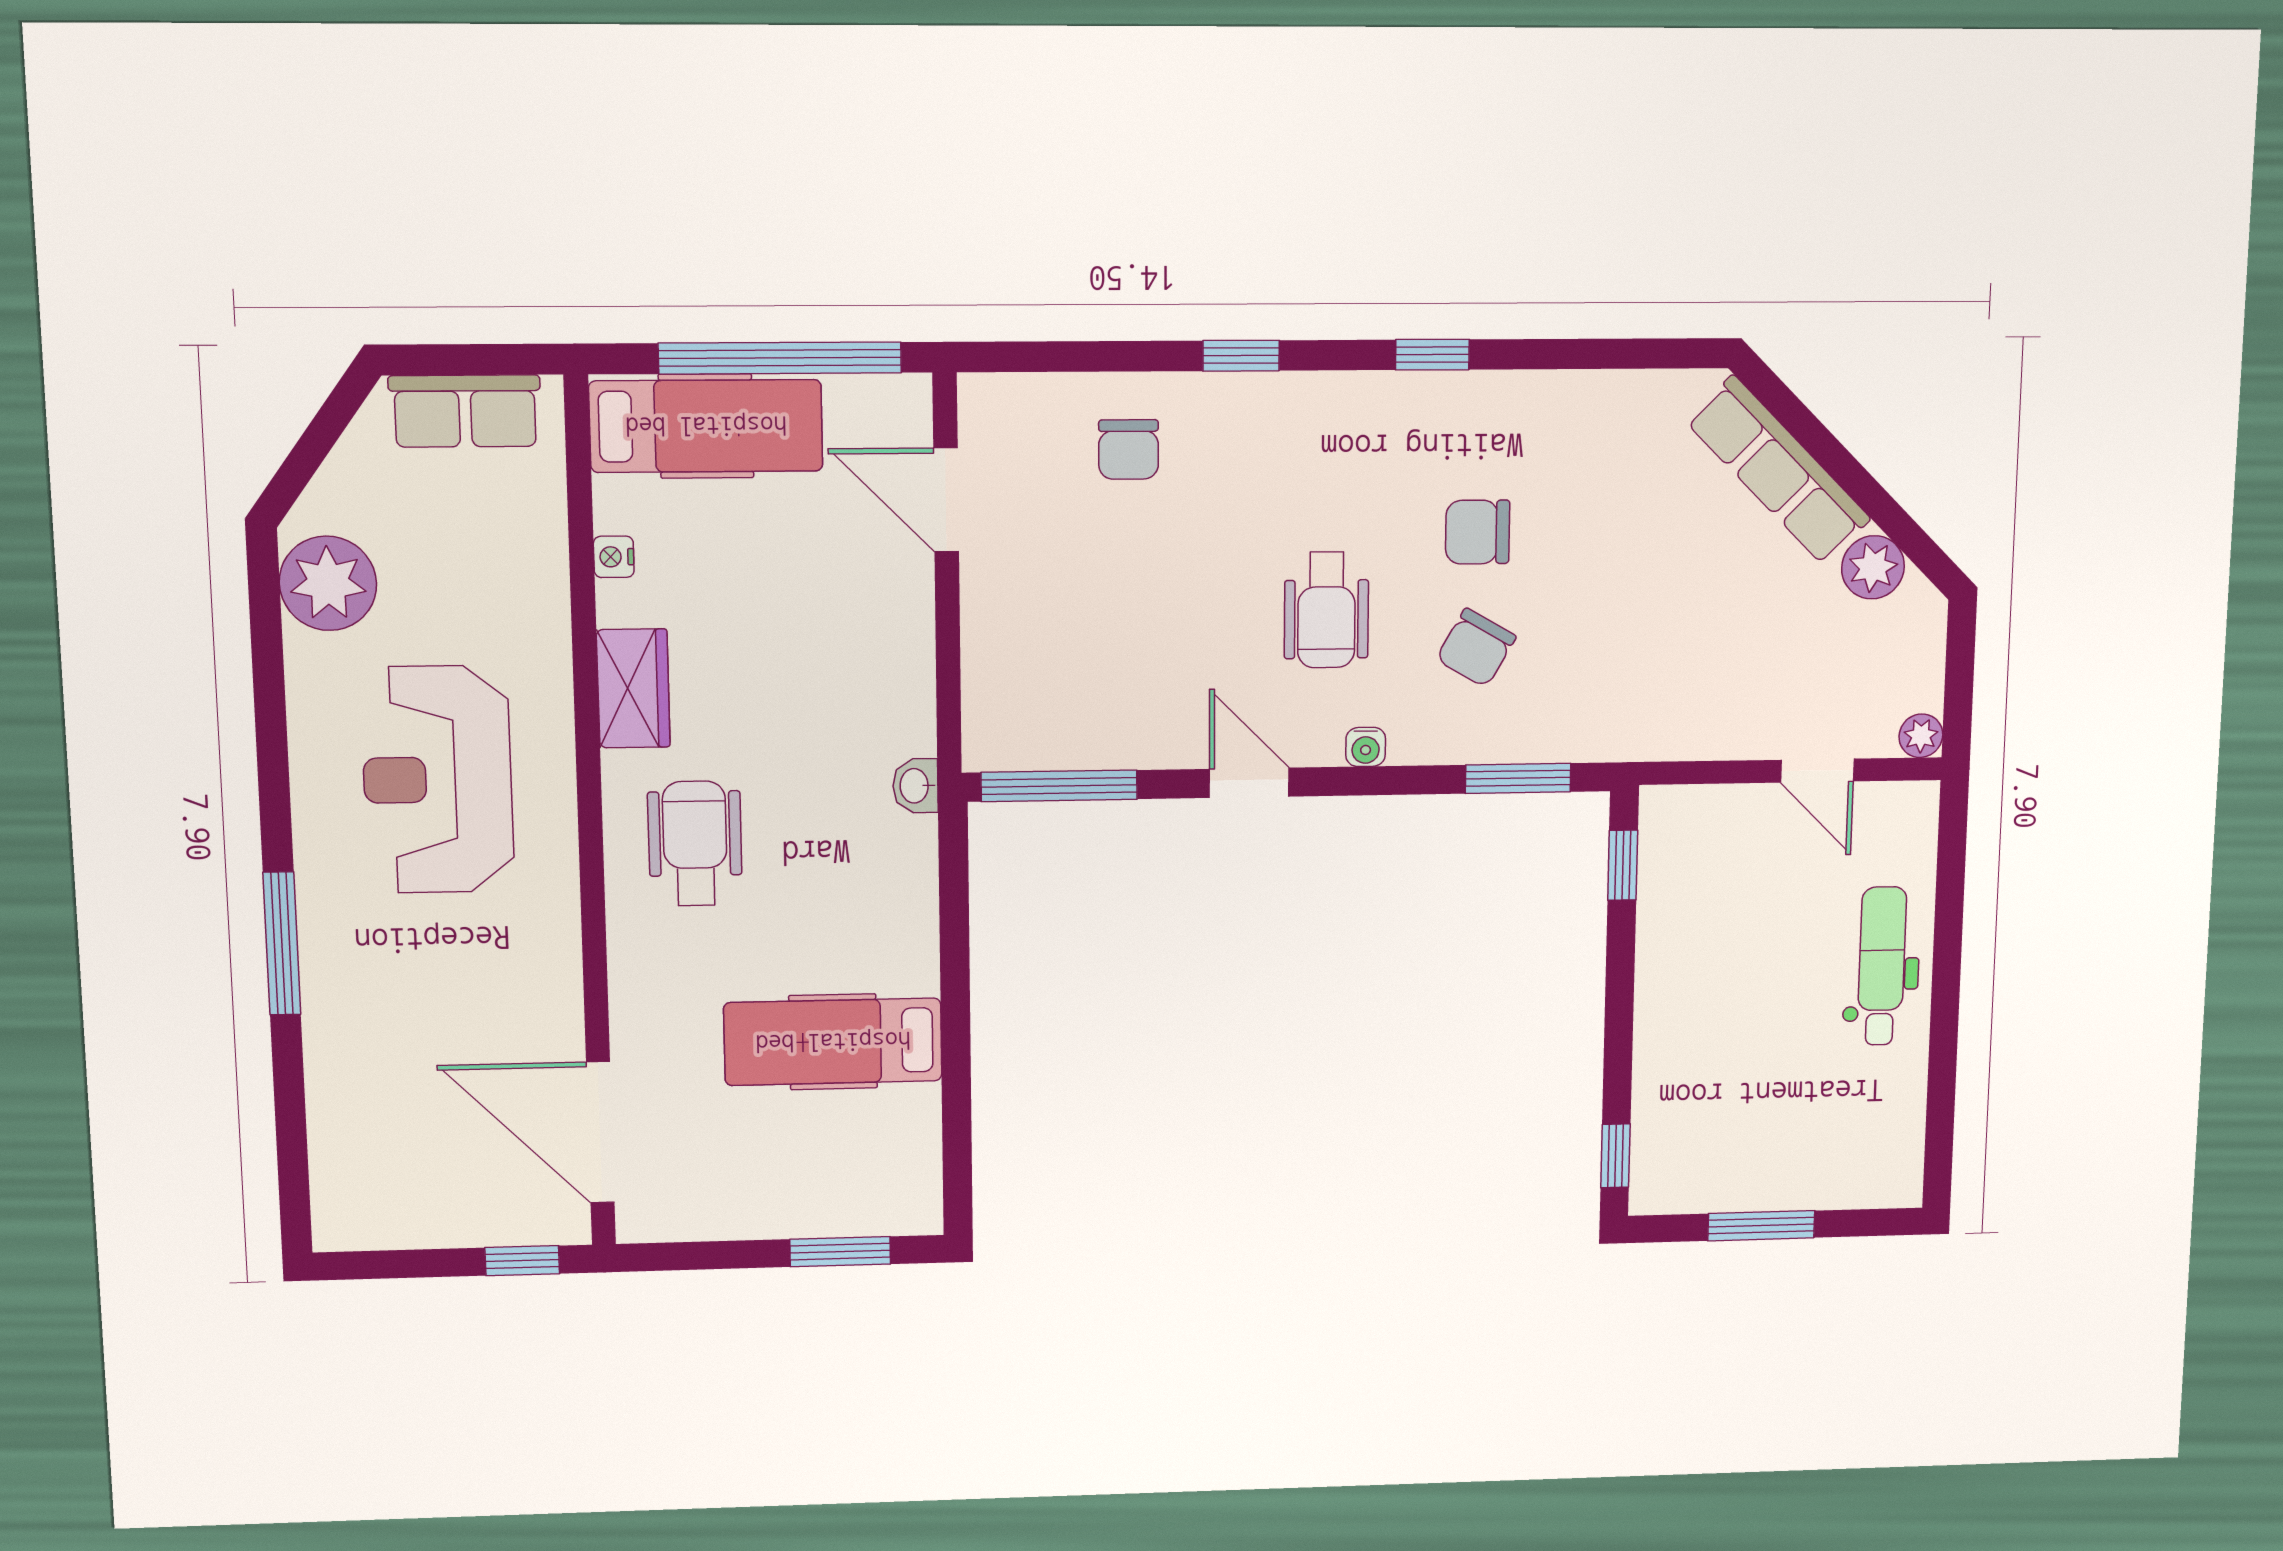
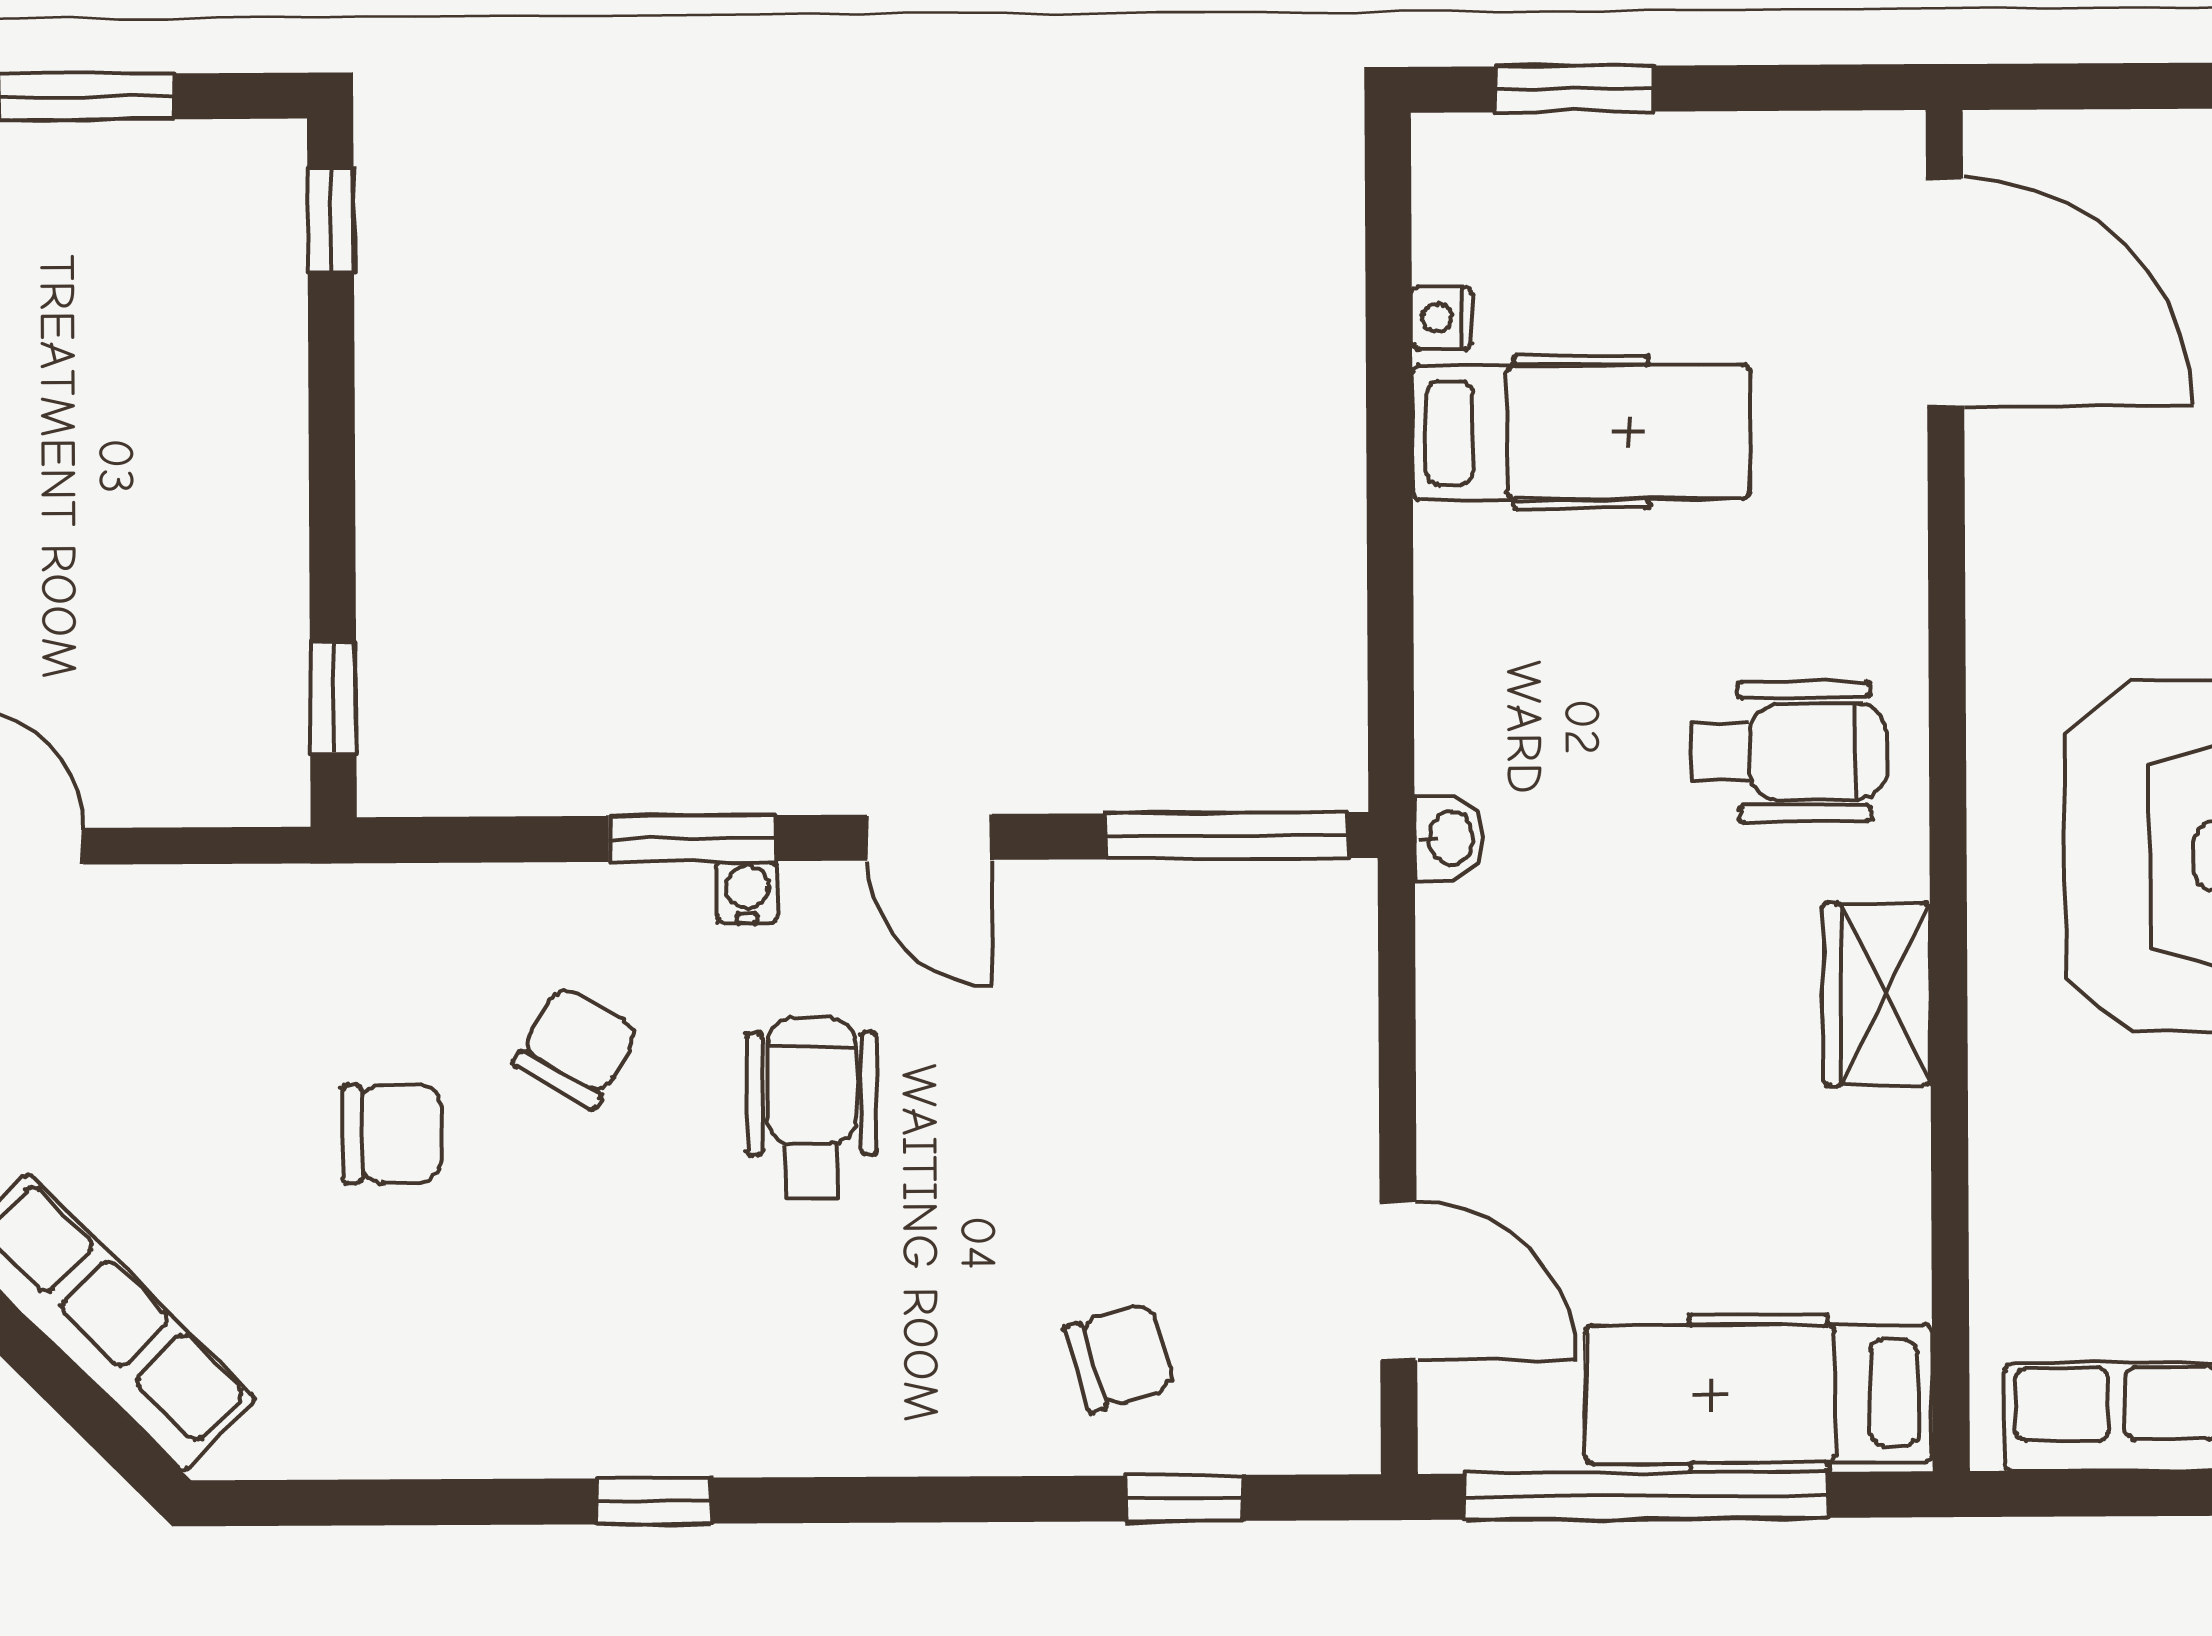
window: (1241, 356) -> (1184, 1498), moved
chair: (1129, 449) -> (1120, 1357), turned 73
chair: (1478, 532) -> (391, 1134), moved
nightstand: (614, 557) -> (1442, 318), moved, turned 180
window: (1518, 778) -> (692, 839), moved
wheelchair: (695, 843) -> (1789, 752), turned -90
window: (522, 1261) -> (2072, 86), removed

